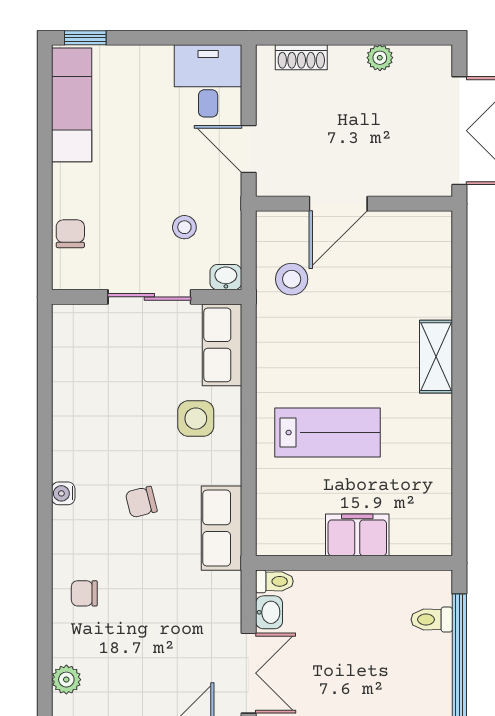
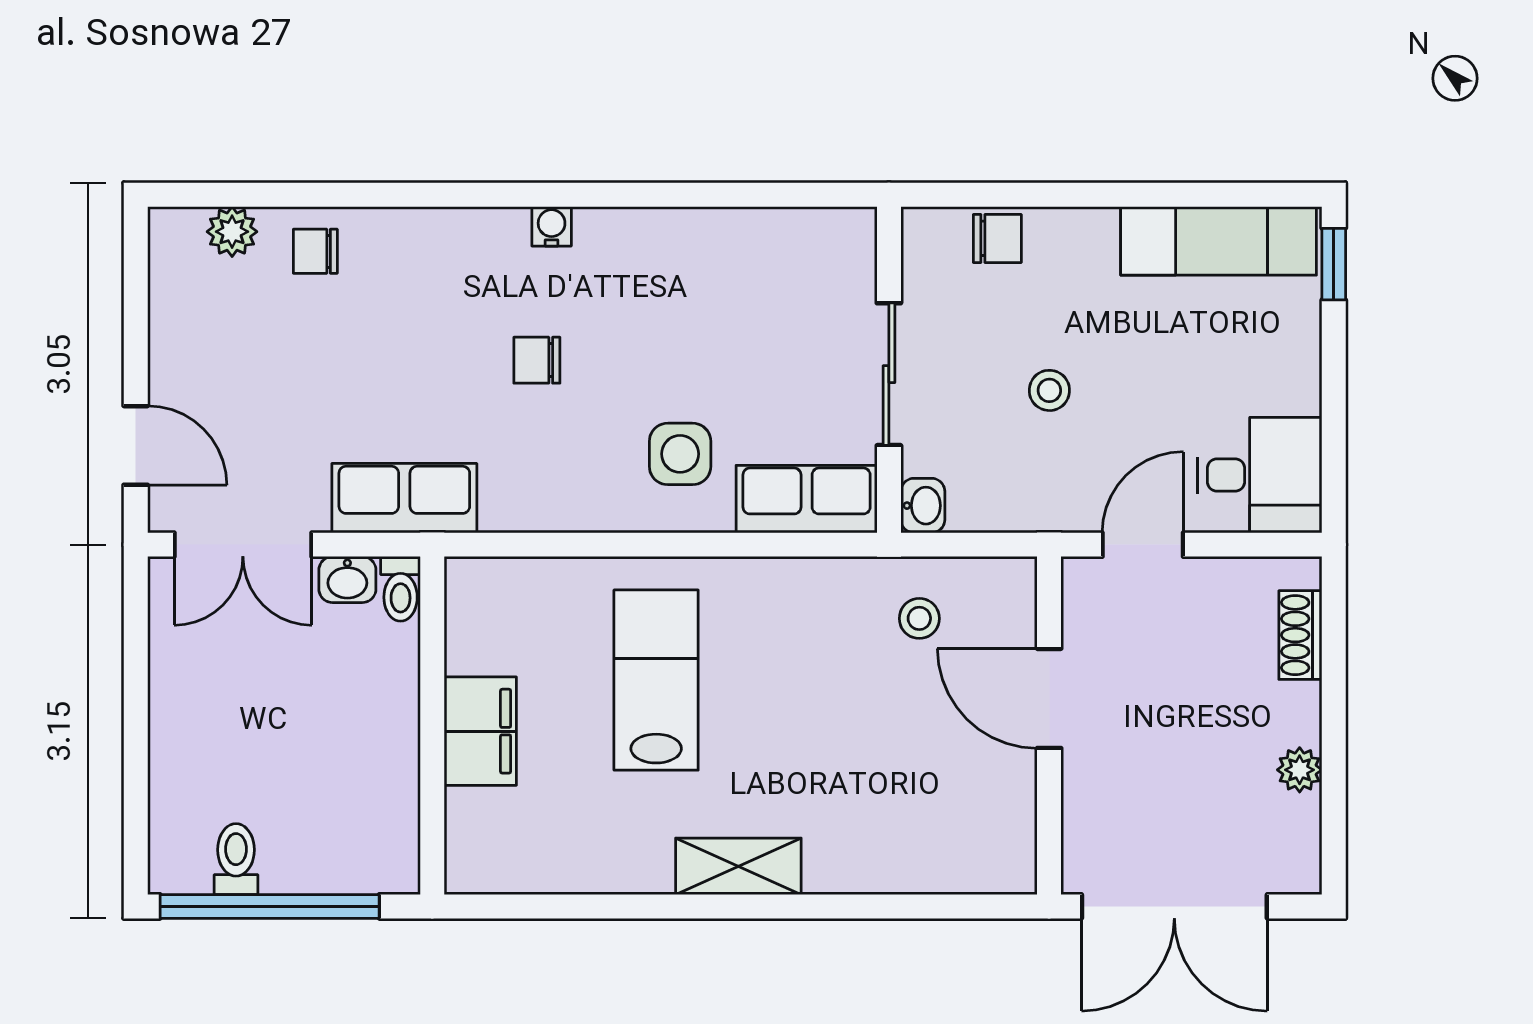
stool: (184, 227) -> (1049, 390), moved
stool: (292, 279) -> (919, 618), width x0.73, depth x0.73
shelving: (436, 357) -> (738, 866), moved
lab bench: (328, 433) -> (656, 680), turned 180
chair: (141, 502) -> (537, 360), turned -76
row of seats: (222, 528) -> (404, 498), moved
chair: (84, 593) -> (315, 251), moved, turned -90
toilet: (432, 619) -> (236, 859), moved

